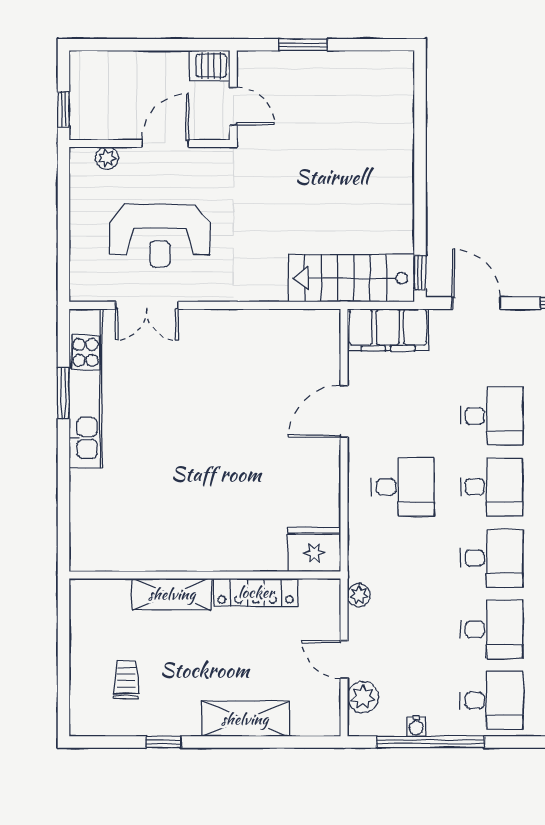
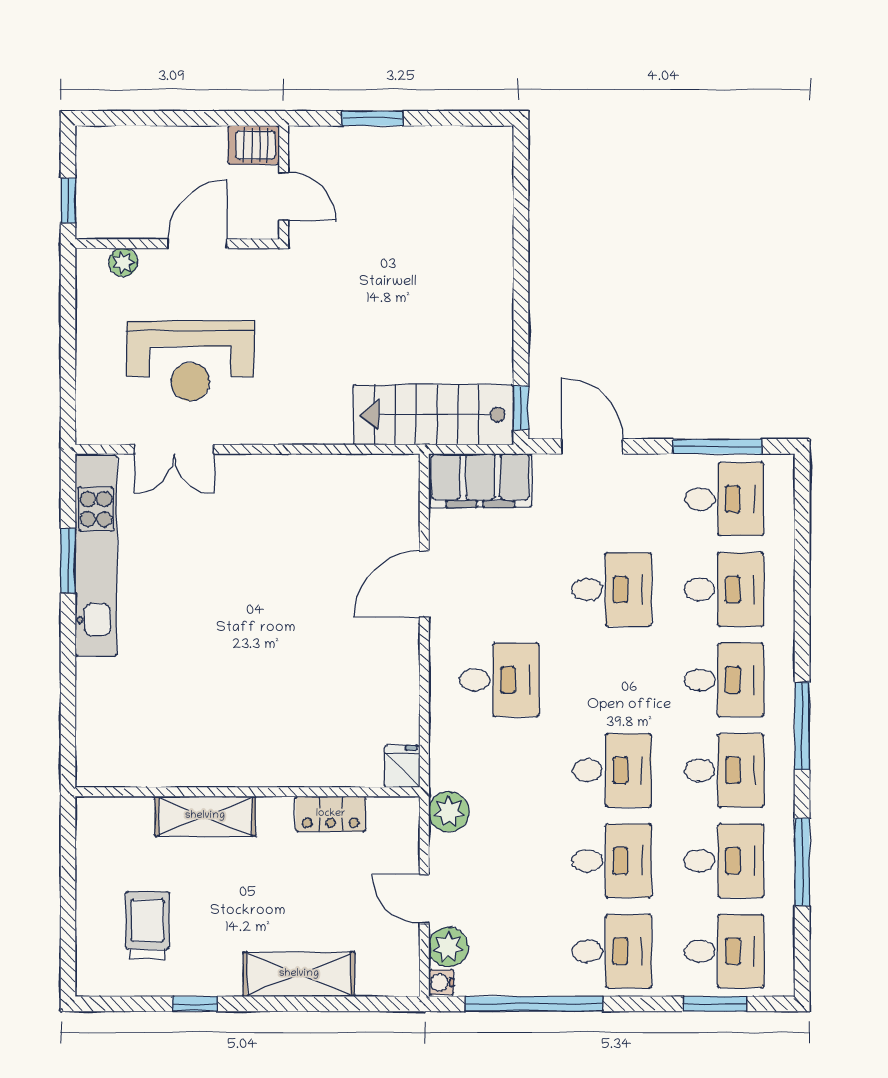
desk: (492, 487) -> (612, 680), removed
fridge: (314, 549) -> (402, 766), width x0.53, depth x0.75
locker: (256, 592) -> (331, 814), width x0.66
plant: (359, 595) -> (449, 812), width x1.38, depth x1.38
trolley: (126, 680) -> (148, 925), width x1.36, depth x1.39
water cooler: (416, 726) -> (441, 982), moved, turned 90

